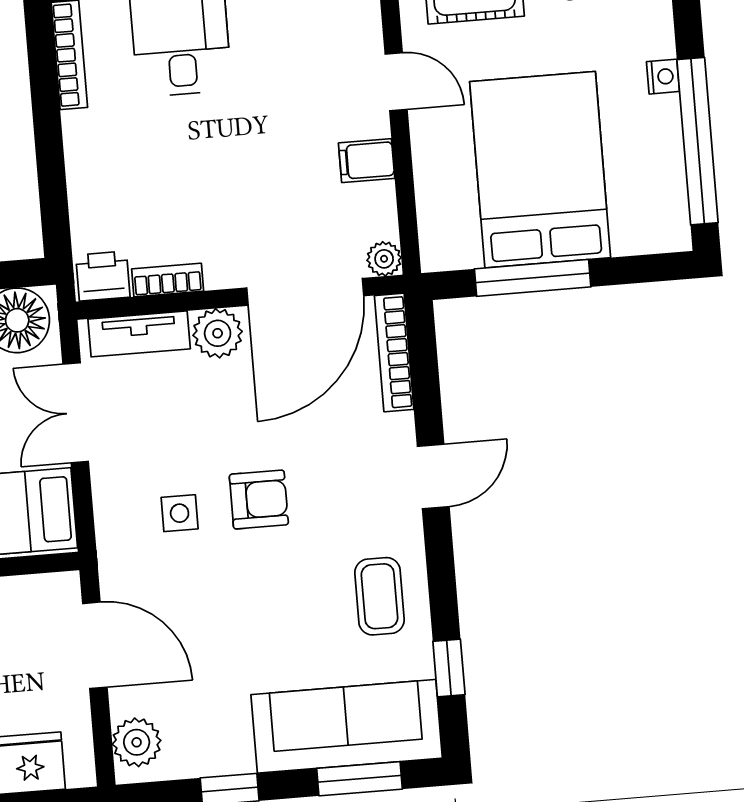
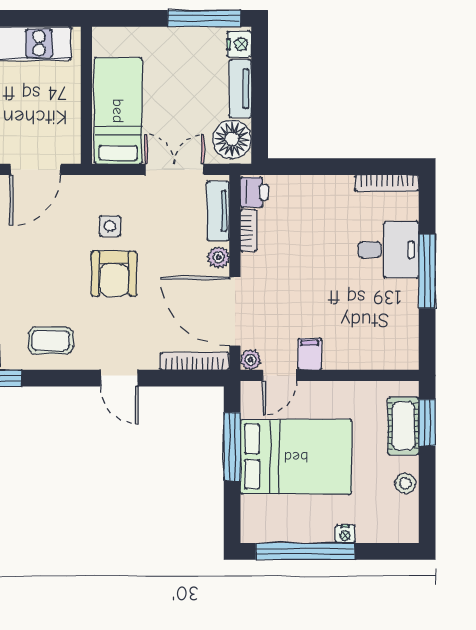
door: (396, 82) -> (280, 375), moved
plant: (218, 333) -> (219, 257), width x0.73, depth x0.73
armchair: (259, 500) -> (114, 274), width x1.38, depth x1.38

